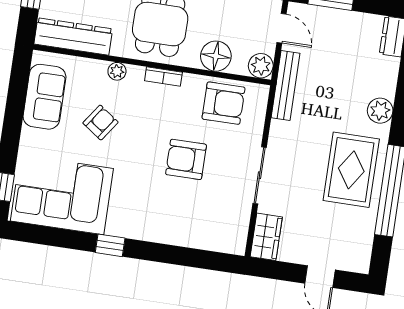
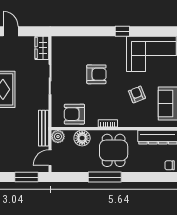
door: (282, 28) -> (50, 158), hinge flipped
plant: (117, 71) -> (132, 122), removed
armchair: (100, 123) -> (137, 94), turned 123
armchair: (186, 159) -> (96, 74), moved

